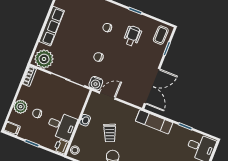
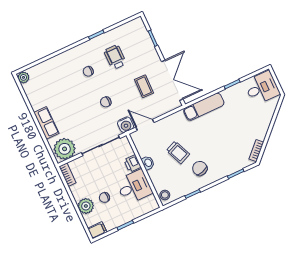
row of seats: (52, 26) -> (46, 123), width x0.68
coffee table: (161, 35) -> (144, 86), moved
door: (107, 95) -> (145, 125), hinge flipped
printer: (61, 146) -> (132, 163), moved

